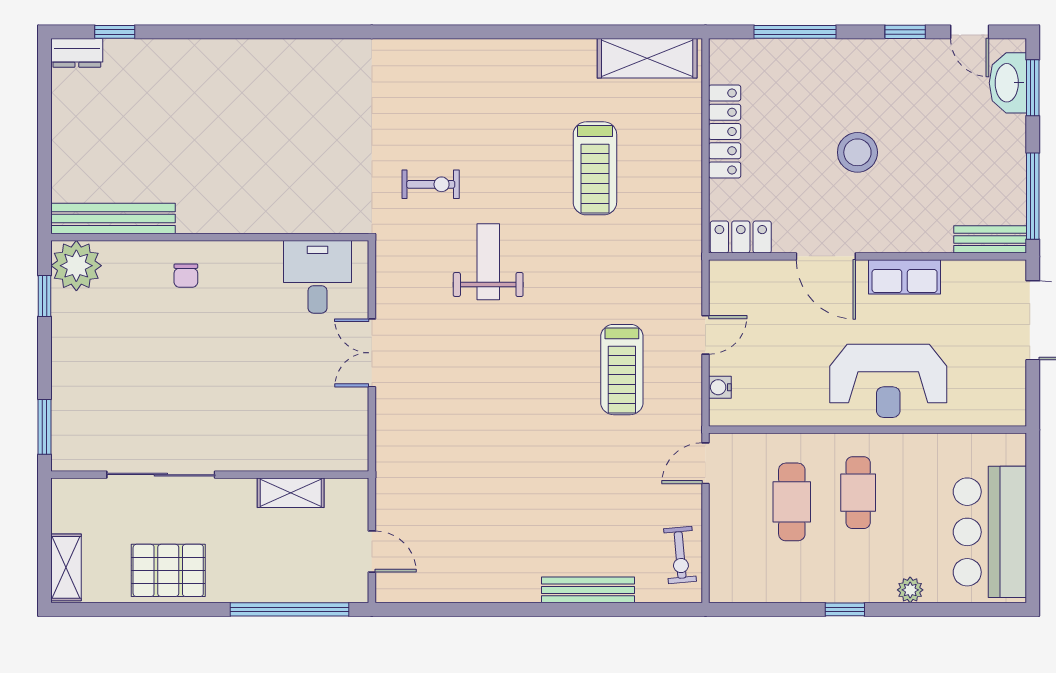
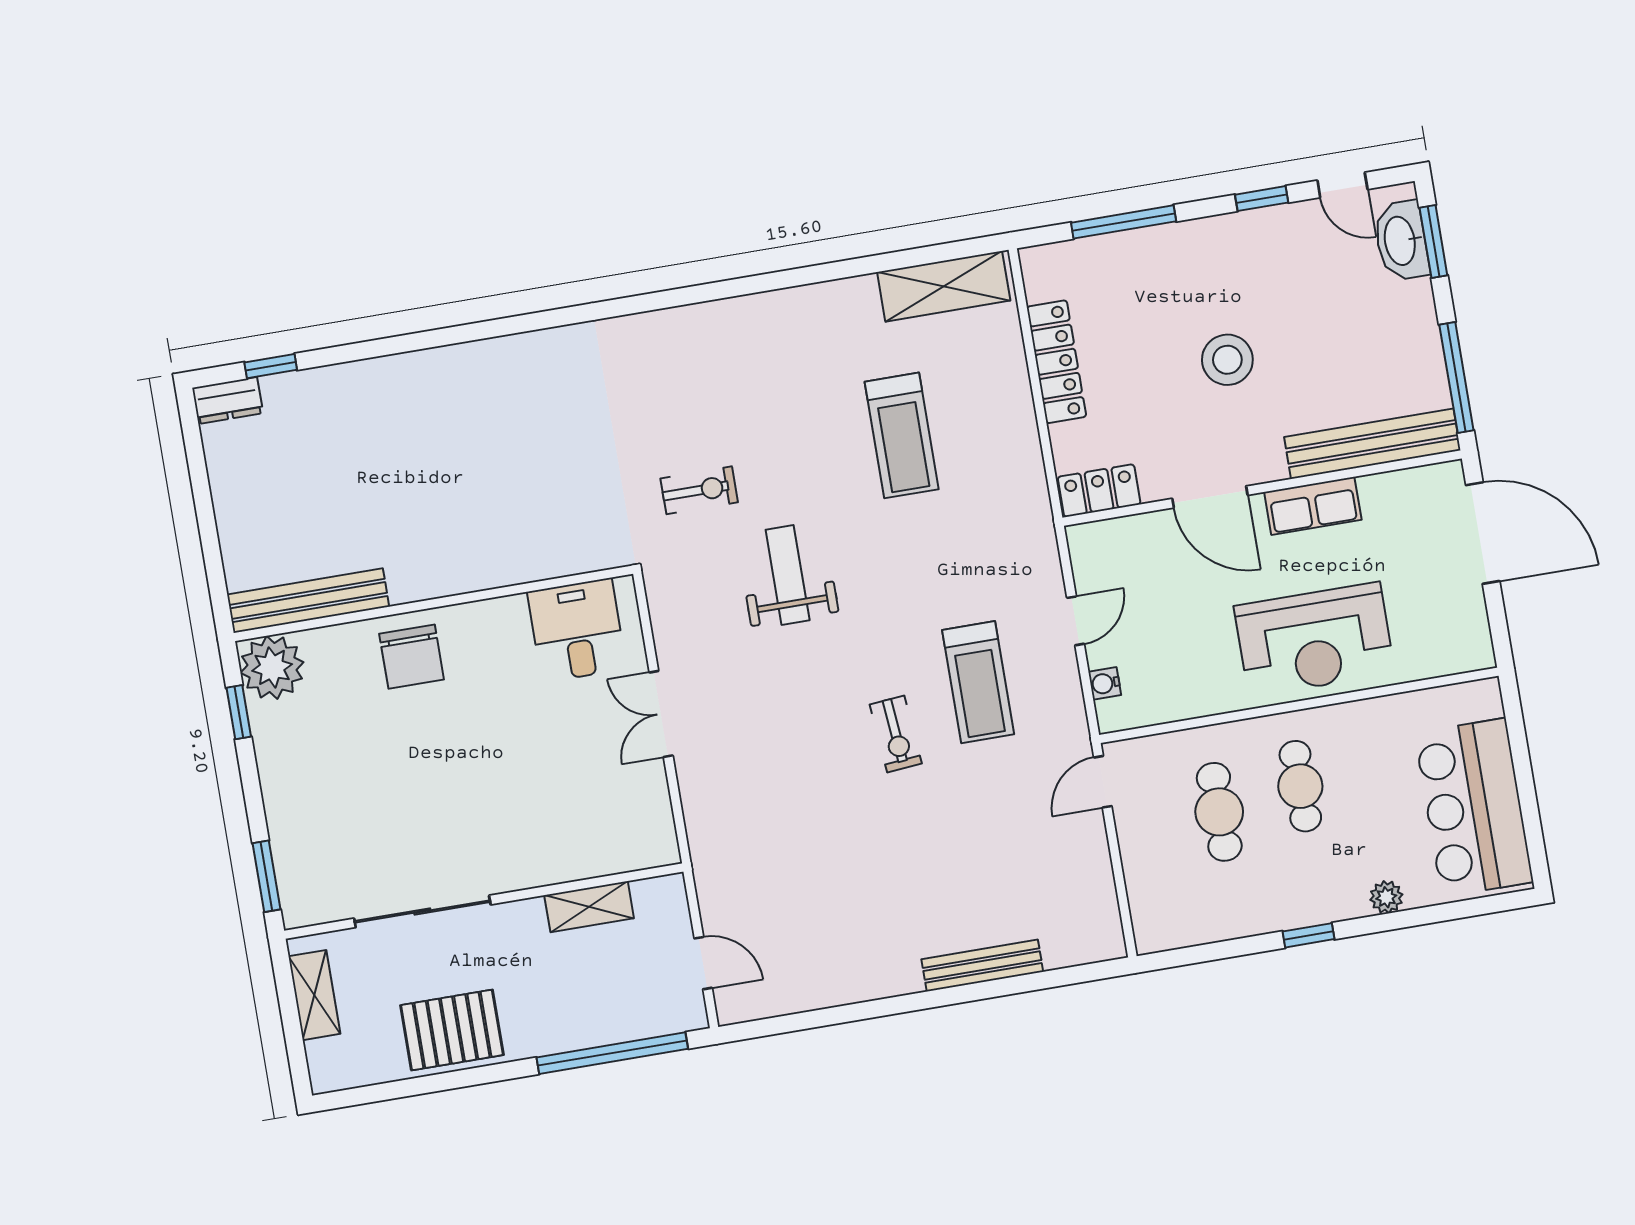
bench: (990, 239) -> (1372, 444), width x1.86, depth x1.21
chair: (186, 276) -> (412, 657), width x1.87, depth x1.87
exercise bike: (680, 555) -> (896, 734), moved
shelving: (66, 567) -> (314, 995), moved

